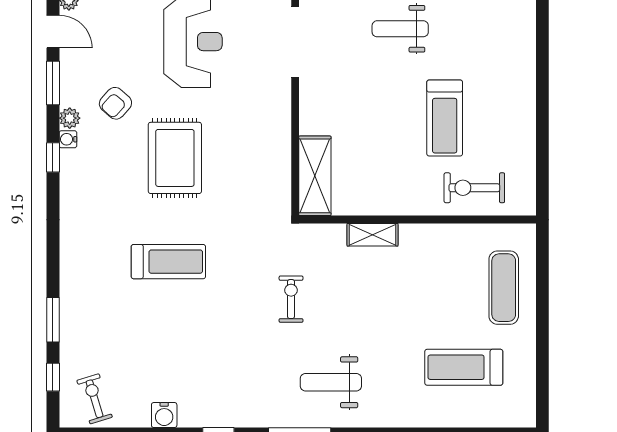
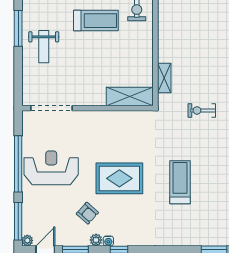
shelving: (373, 235) -> (164, 78), moved

